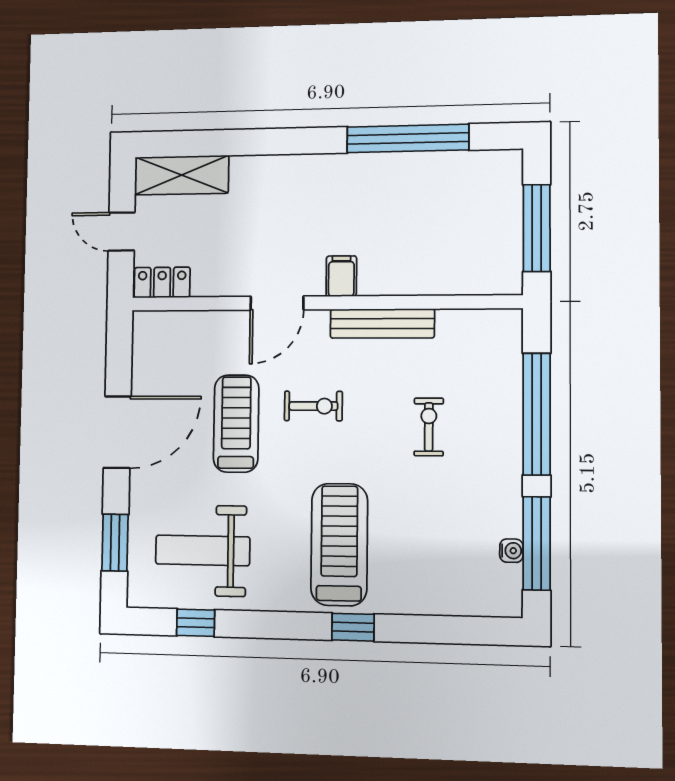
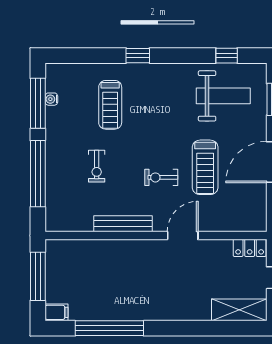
filing cabinet: (341, 276) -> (57, 312), moved, turned -90
treadmill: (339, 545) -> (110, 105), moved, width x0.73, depth x0.73

